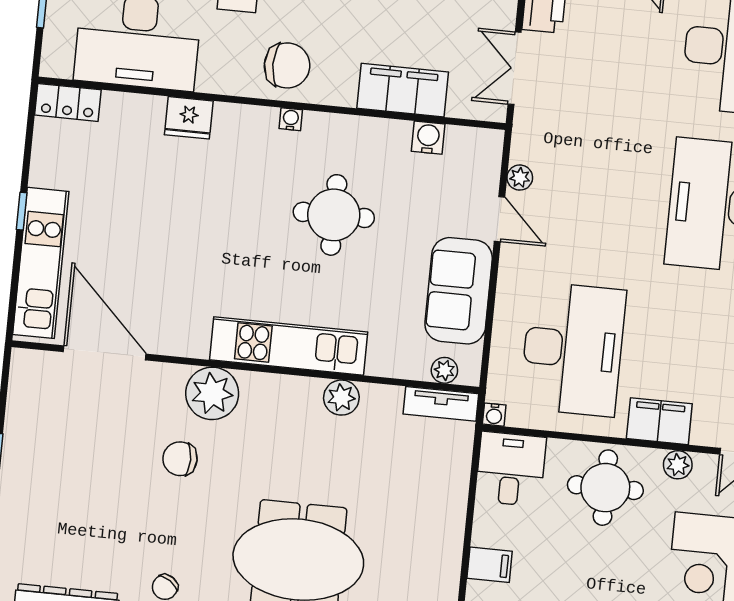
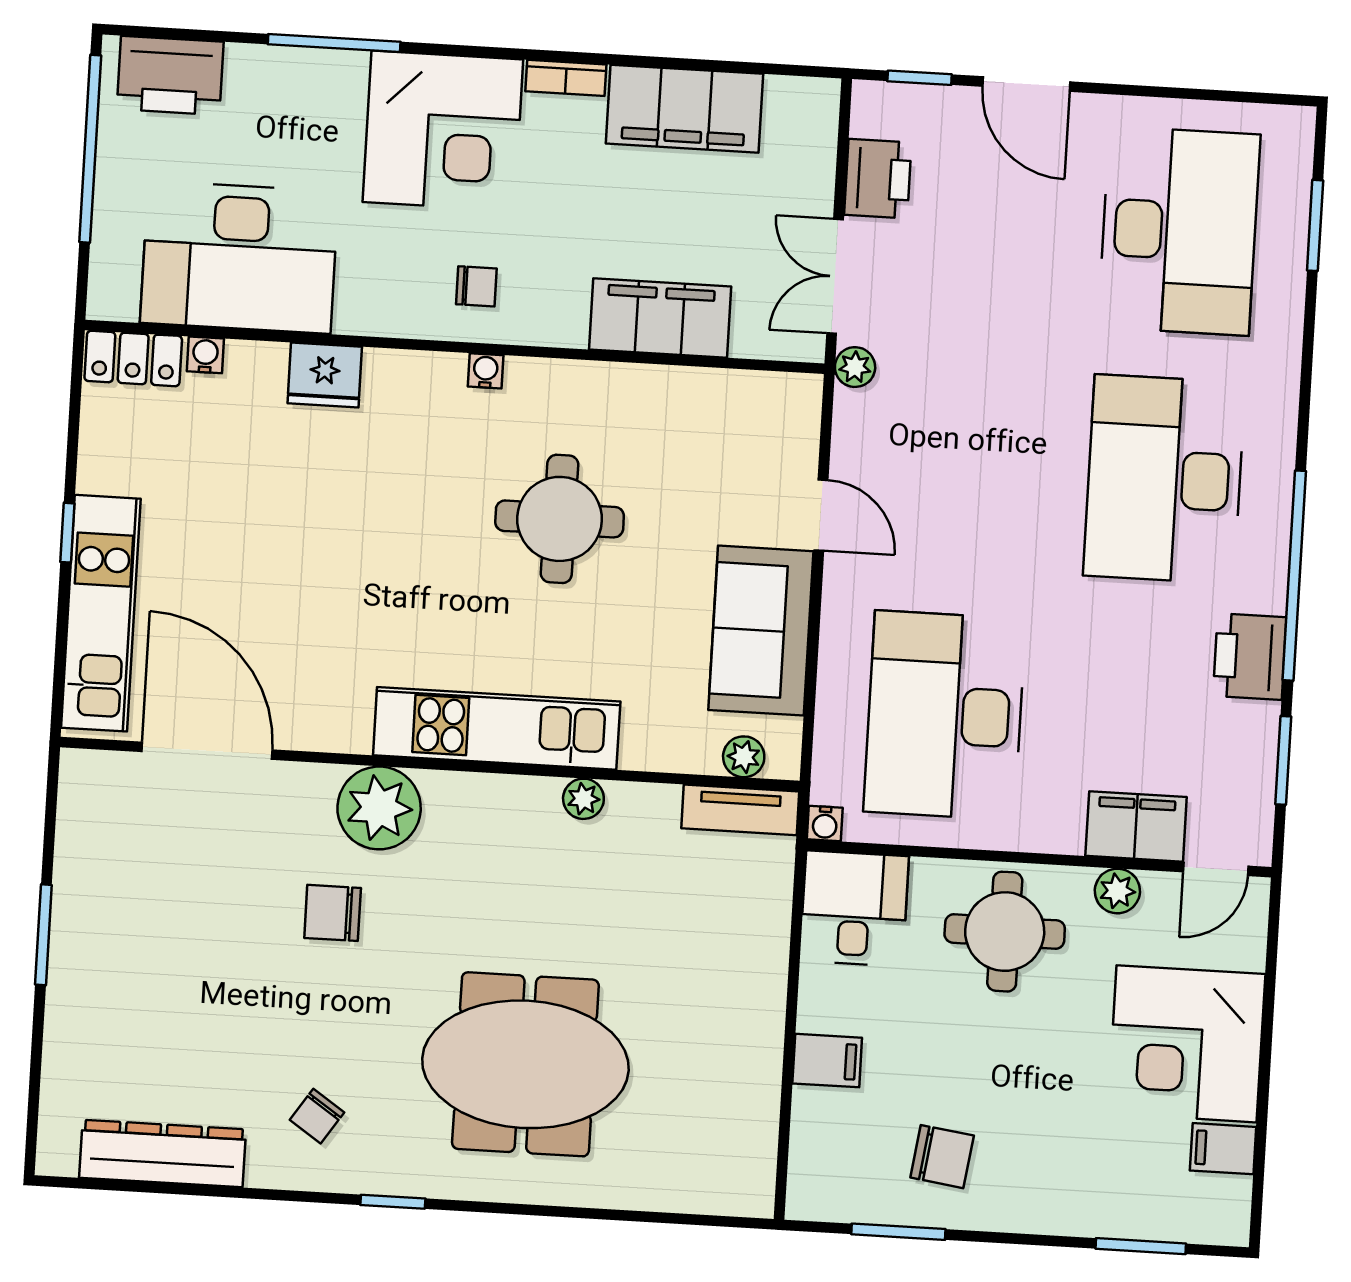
chair: (287, 65) -> (476, 286), width x0.54, depth x0.54
water cooler: (428, 138) -> (205, 355), moved, width x0.72, depth x0.72
plant: (520, 178) -> (855, 367), moved
desk: (573, 349) -> (945, 715), turned 180
plant: (341, 398) -> (583, 799), width x0.73, depth x0.73
filing cabinet: (659, 421) -> (1136, 826), moved

